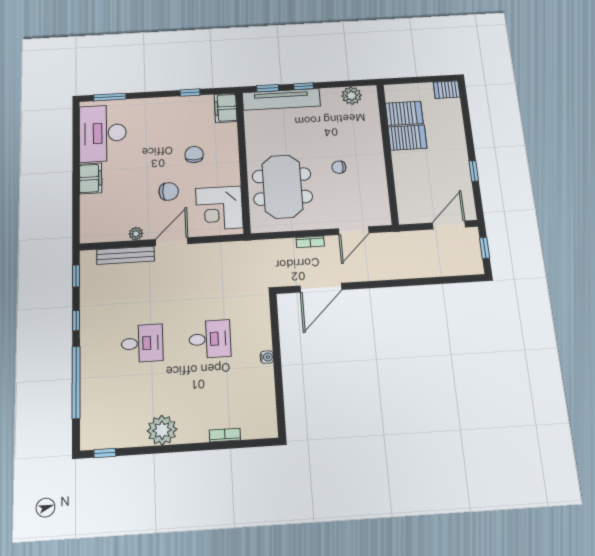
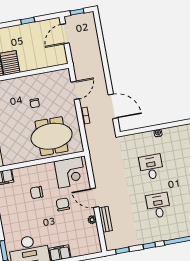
door: (449, 225) -> (65, 34), hinge flipped
door: (354, 231) -> (75, 90), hinge flipped
bench: (126, 255) -> (106, 219), width x0.73

